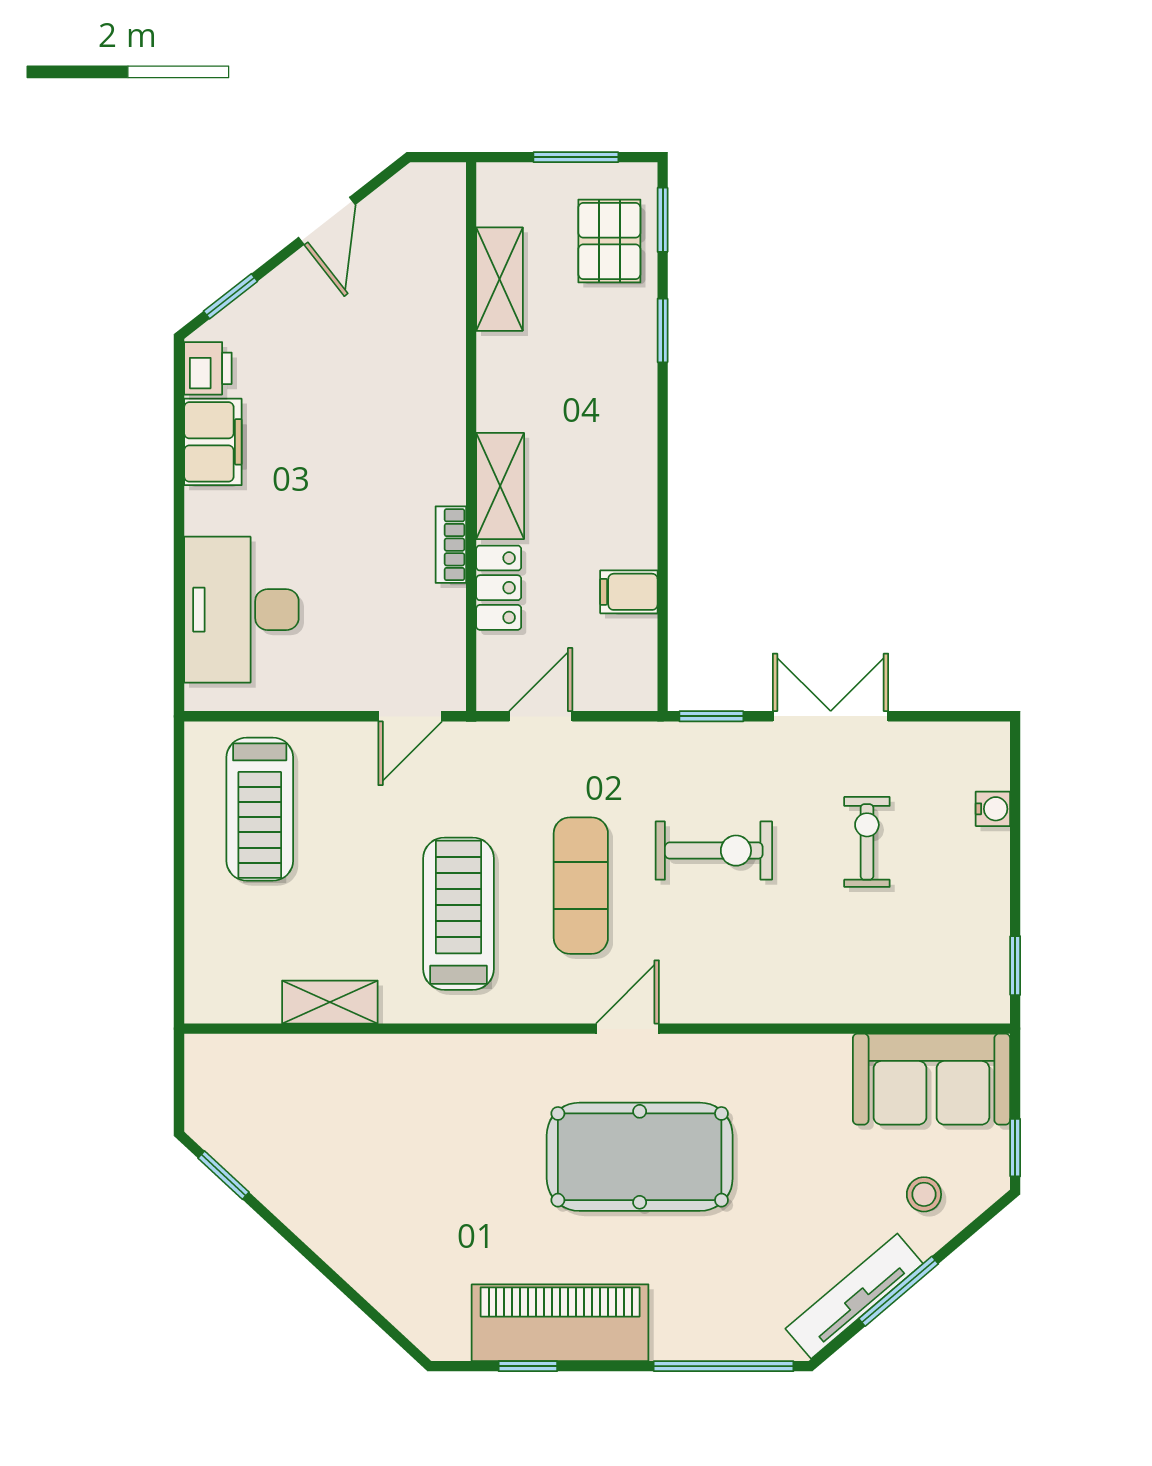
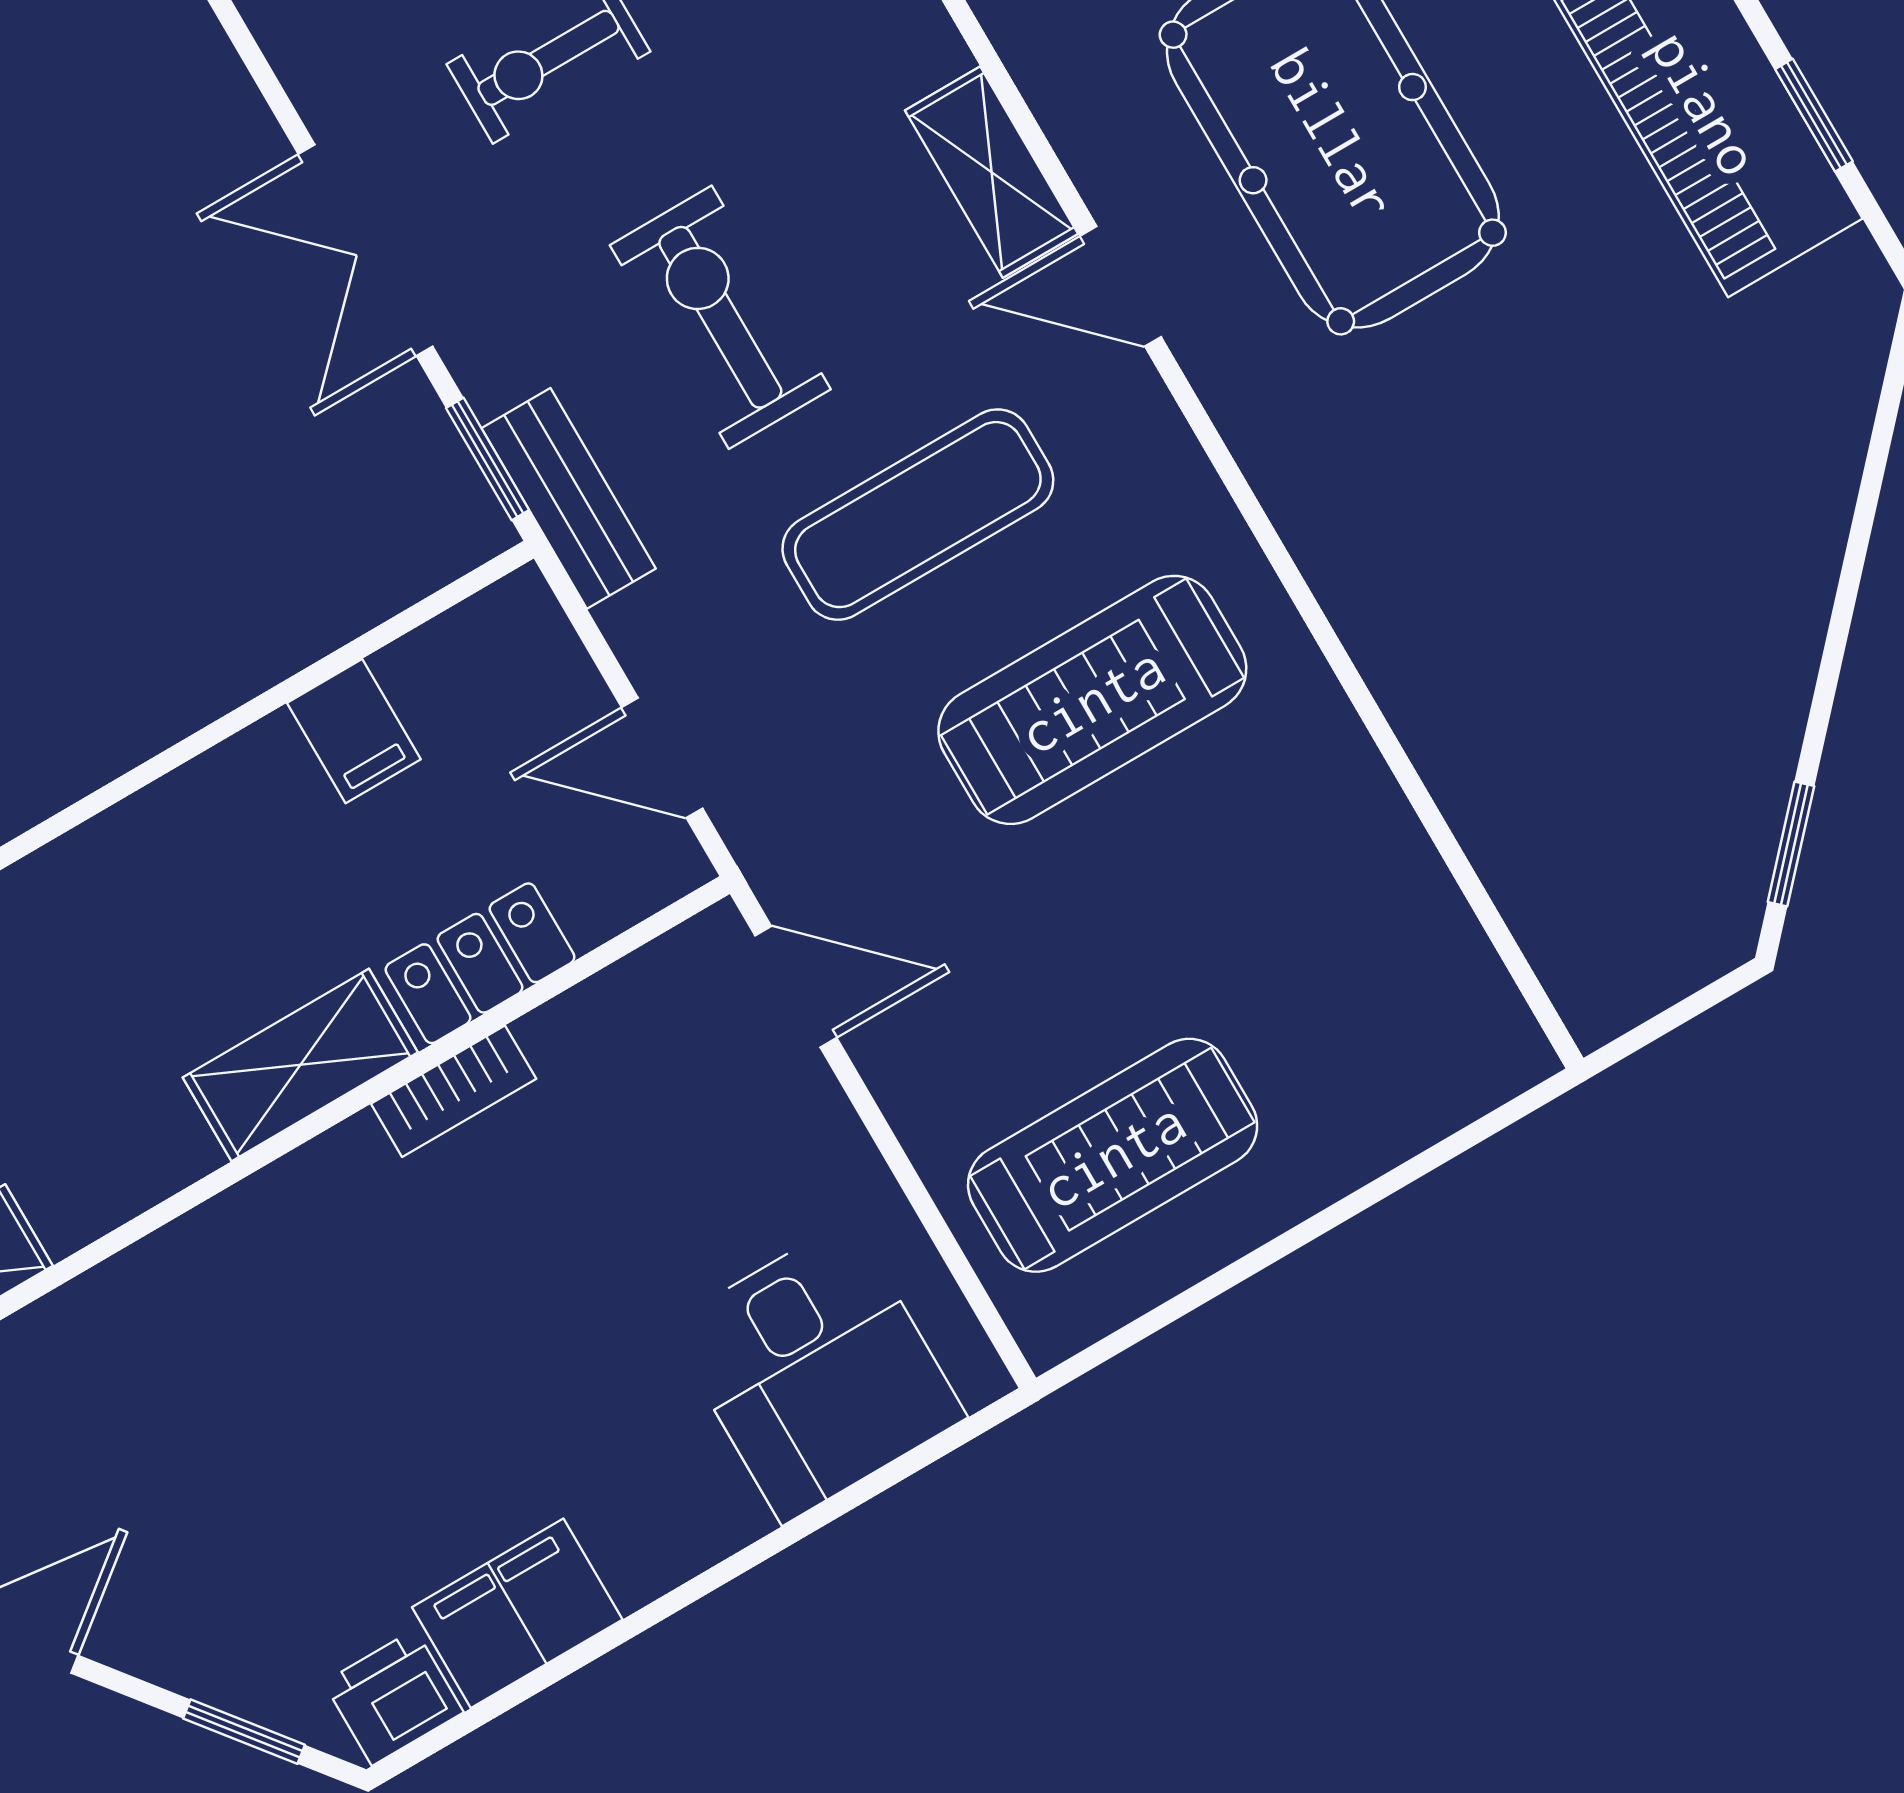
desk: (241, 610) -> (817, 1371), width x0.73
bench: (674, 741) -> (569, 498), added
shelving: (330, 1002) -> (991, 172), moved

